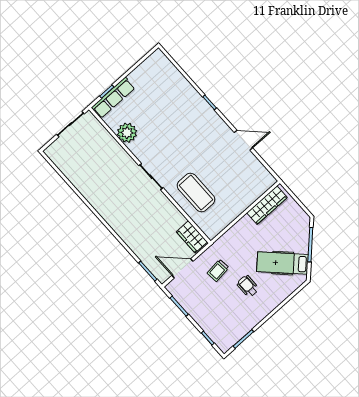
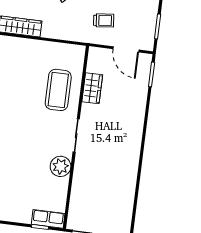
row of seats: (113, 98) -> (48, 219), width x0.68
plant: (127, 133) -> (61, 166), moved
wardrobe: (192, 237) -> (92, 88), moved

